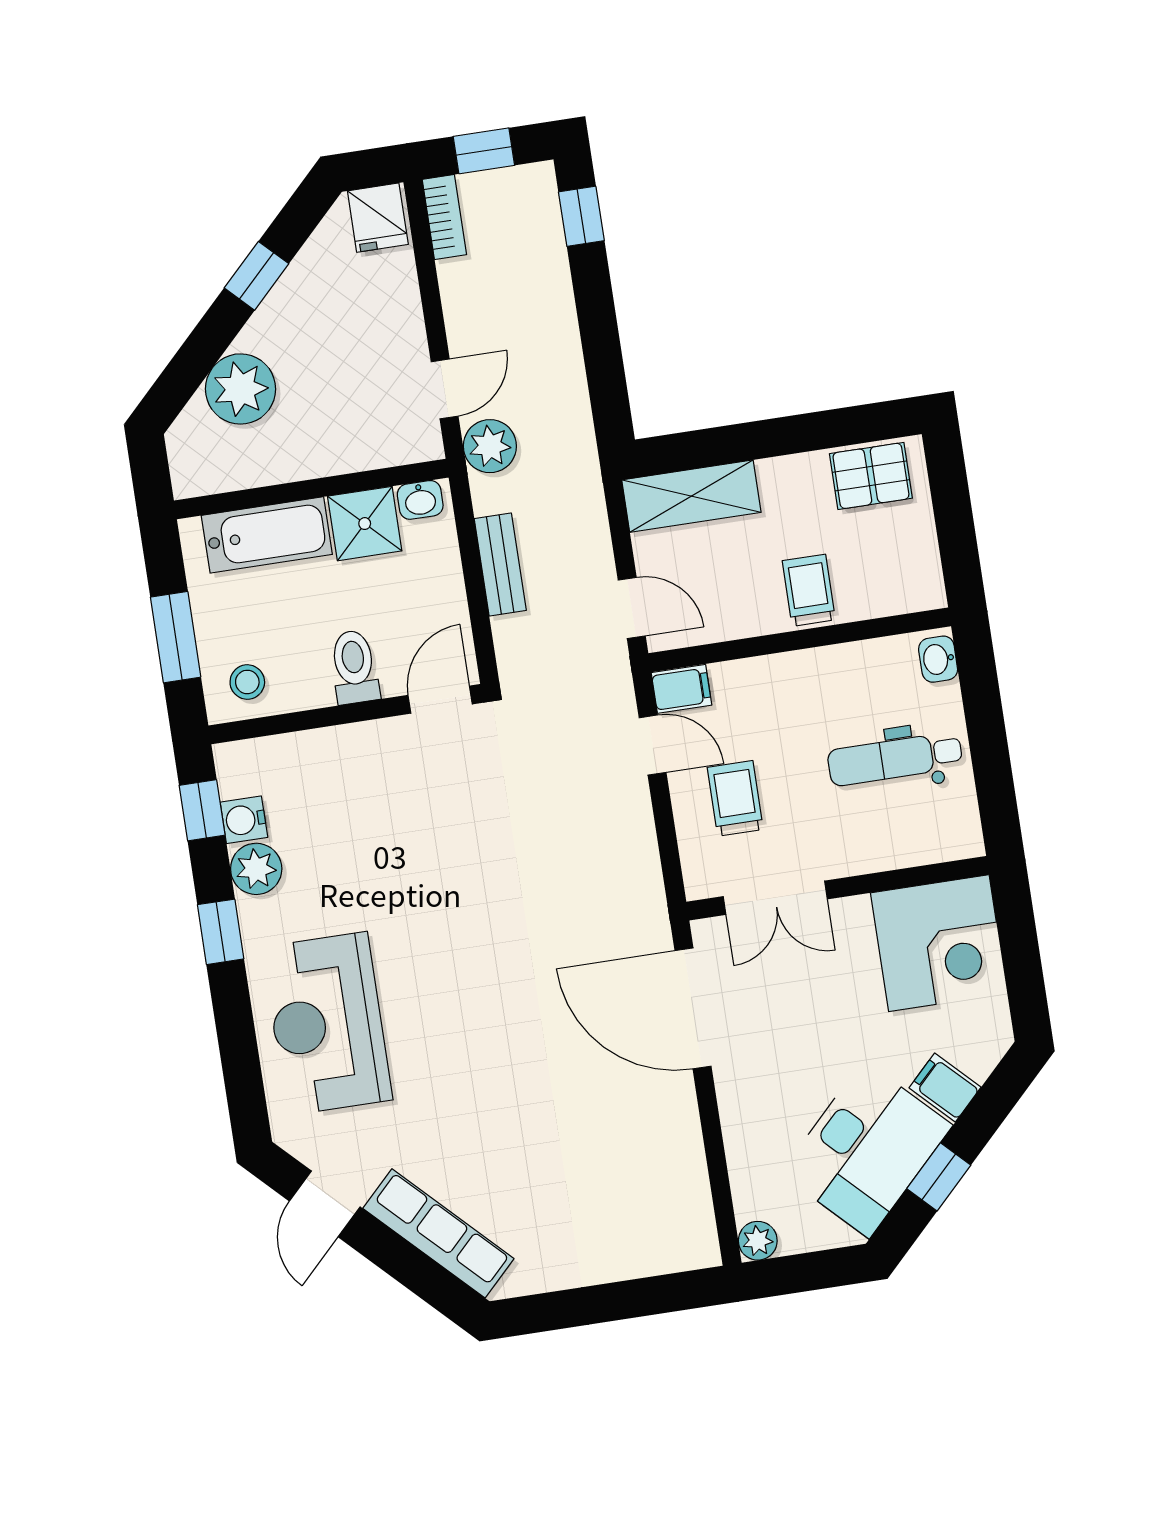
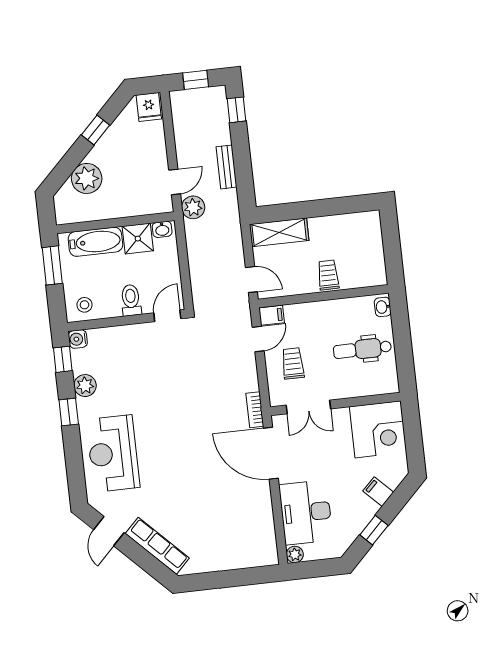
bookcase: (444, 217) -> (255, 410), moved, turned 180
pallet: (871, 476) -> (357, 227), removed
bench: (500, 565) -> (227, 167), moved
window: (176, 637) -> (52, 265), moved
door: (653, 745) -> (258, 339), hinge flipped
water cooler: (244, 820) -> (78, 339), moved
desk: (866, 1149) -> (306, 512), moved, turned 135

